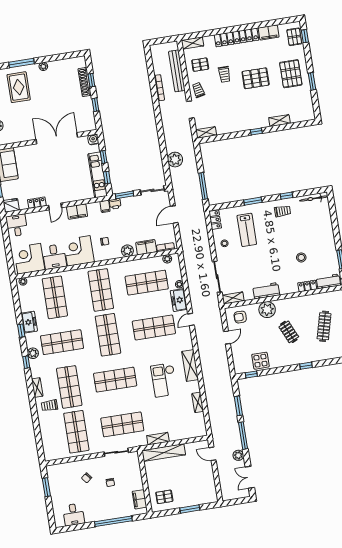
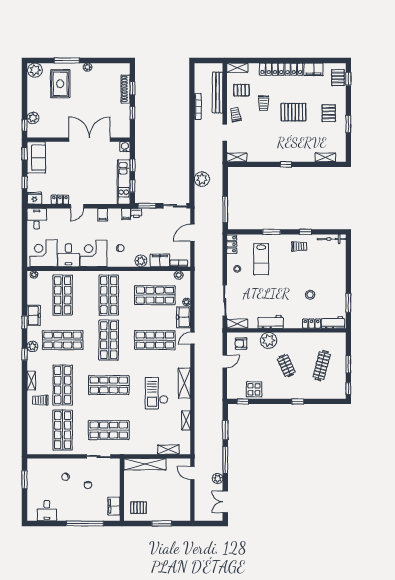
pallet: (291, 74) -> (329, 113), width x0.67, depth x0.71
shelving: (280, 121) -> (325, 157), moved
filing cabinet: (77, 212) -> (103, 215), width x0.50
shelving: (158, 439) -> (168, 450), moved

